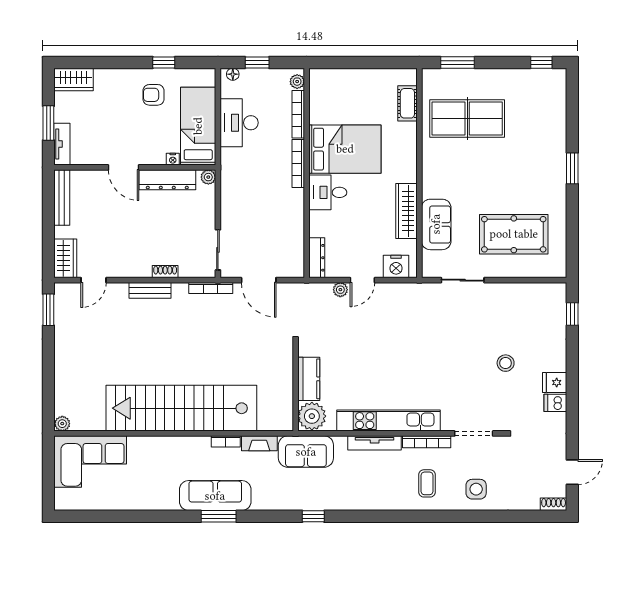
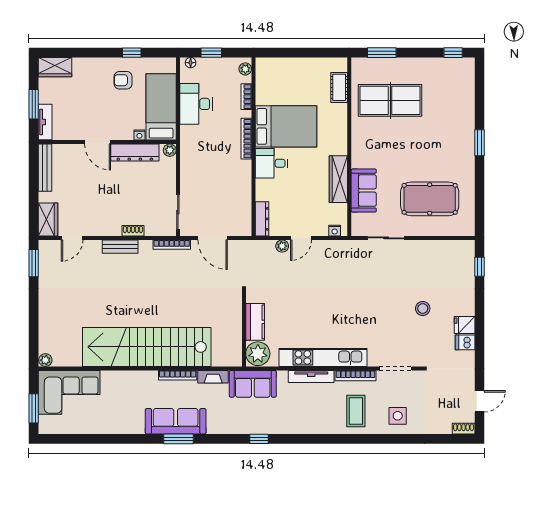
bookcase: (298, 114) -> (246, 97), width x0.64
nightstand: (396, 267) -> (335, 231), width x0.53, depth x0.56
bookcase: (226, 441) -> (178, 375), width x1.56
window: (48, 480) -> (34, 408), added
coffee table: (427, 483) -> (356, 411), width x1.36, depth x1.30

